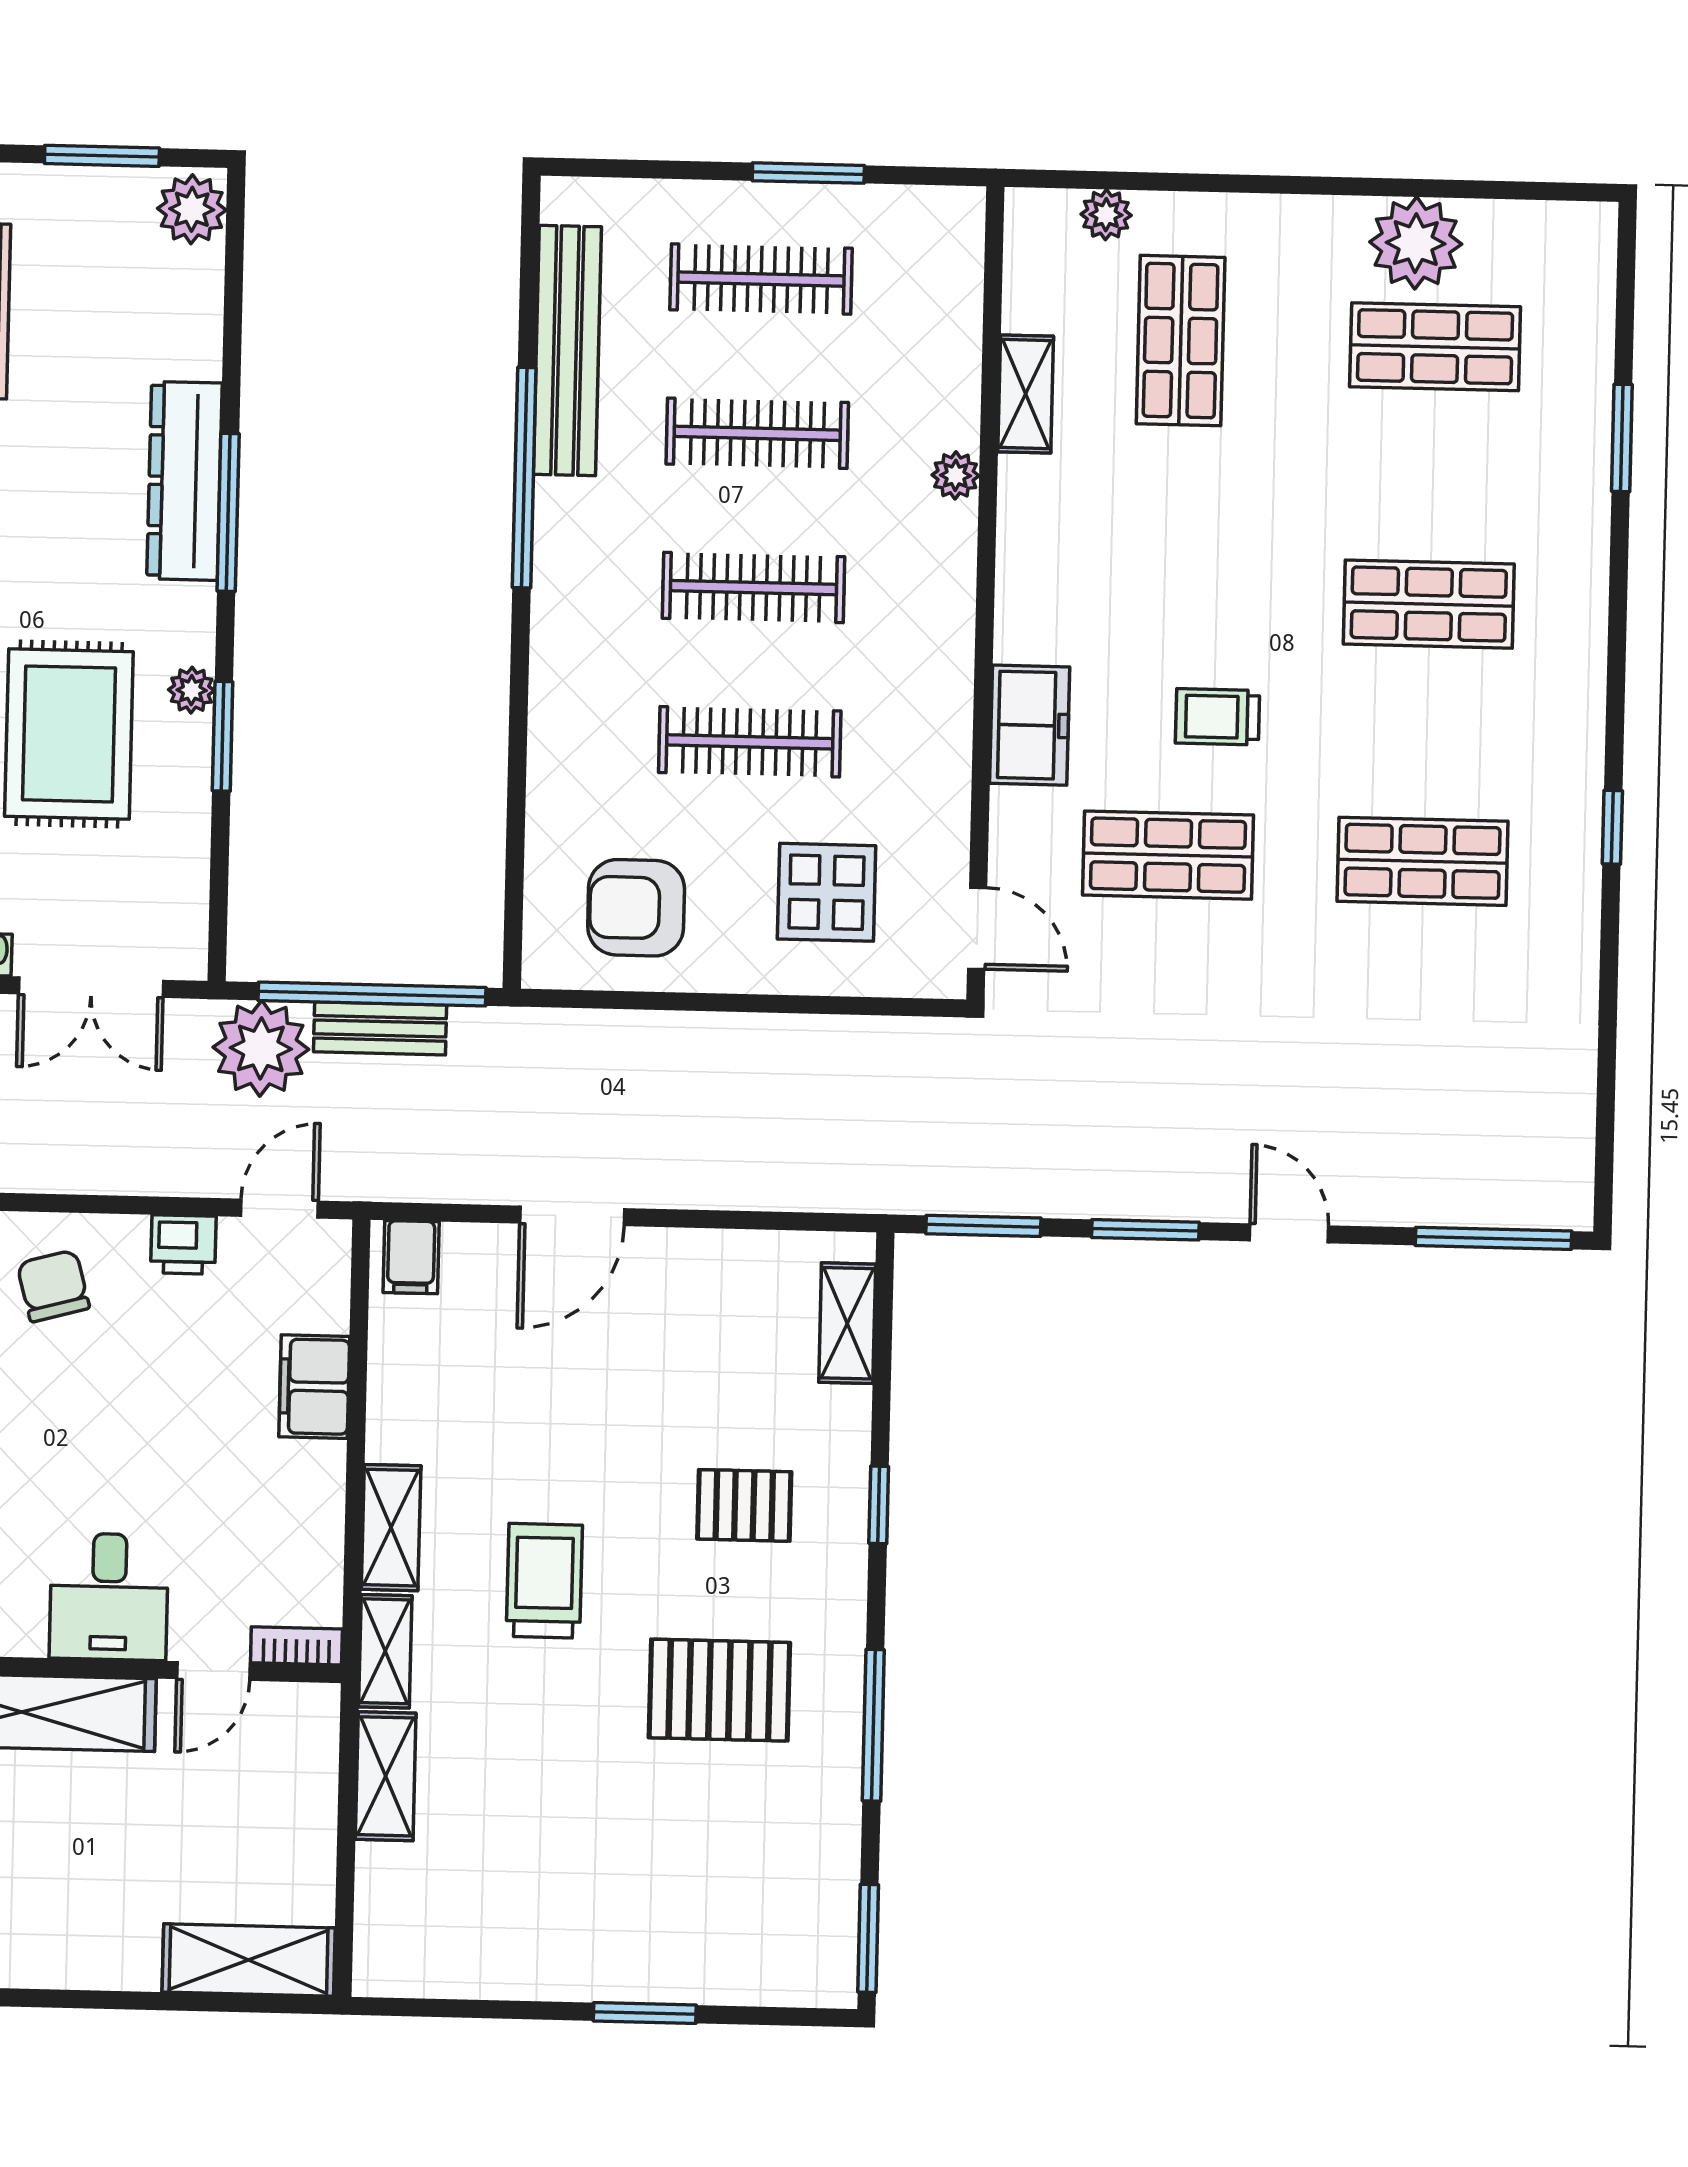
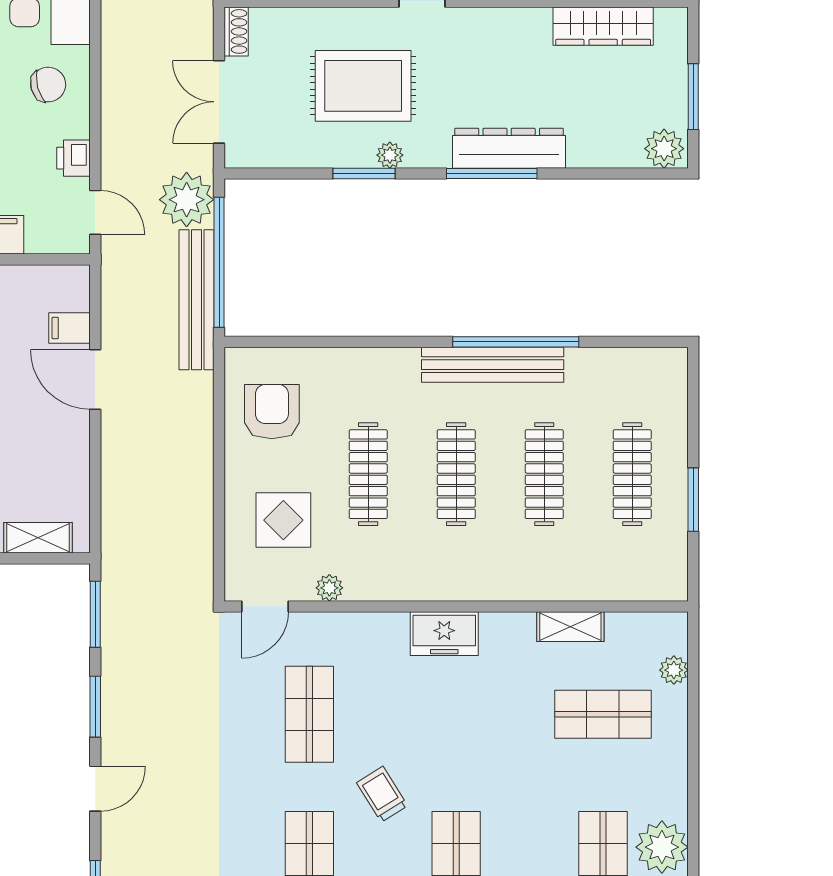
bench: (567, 351) -> (493, 365), moved
plant: (956, 475) -> (329, 588), moved
trolley: (1218, 717) -> (382, 794), moved, turned -32
freezer: (1030, 725) -> (444, 634), moved
bench: (380, 1028) -> (196, 300), width x1.86, depth x1.21
filing cabinet: (411, 1257) -> (70, 328), moved

